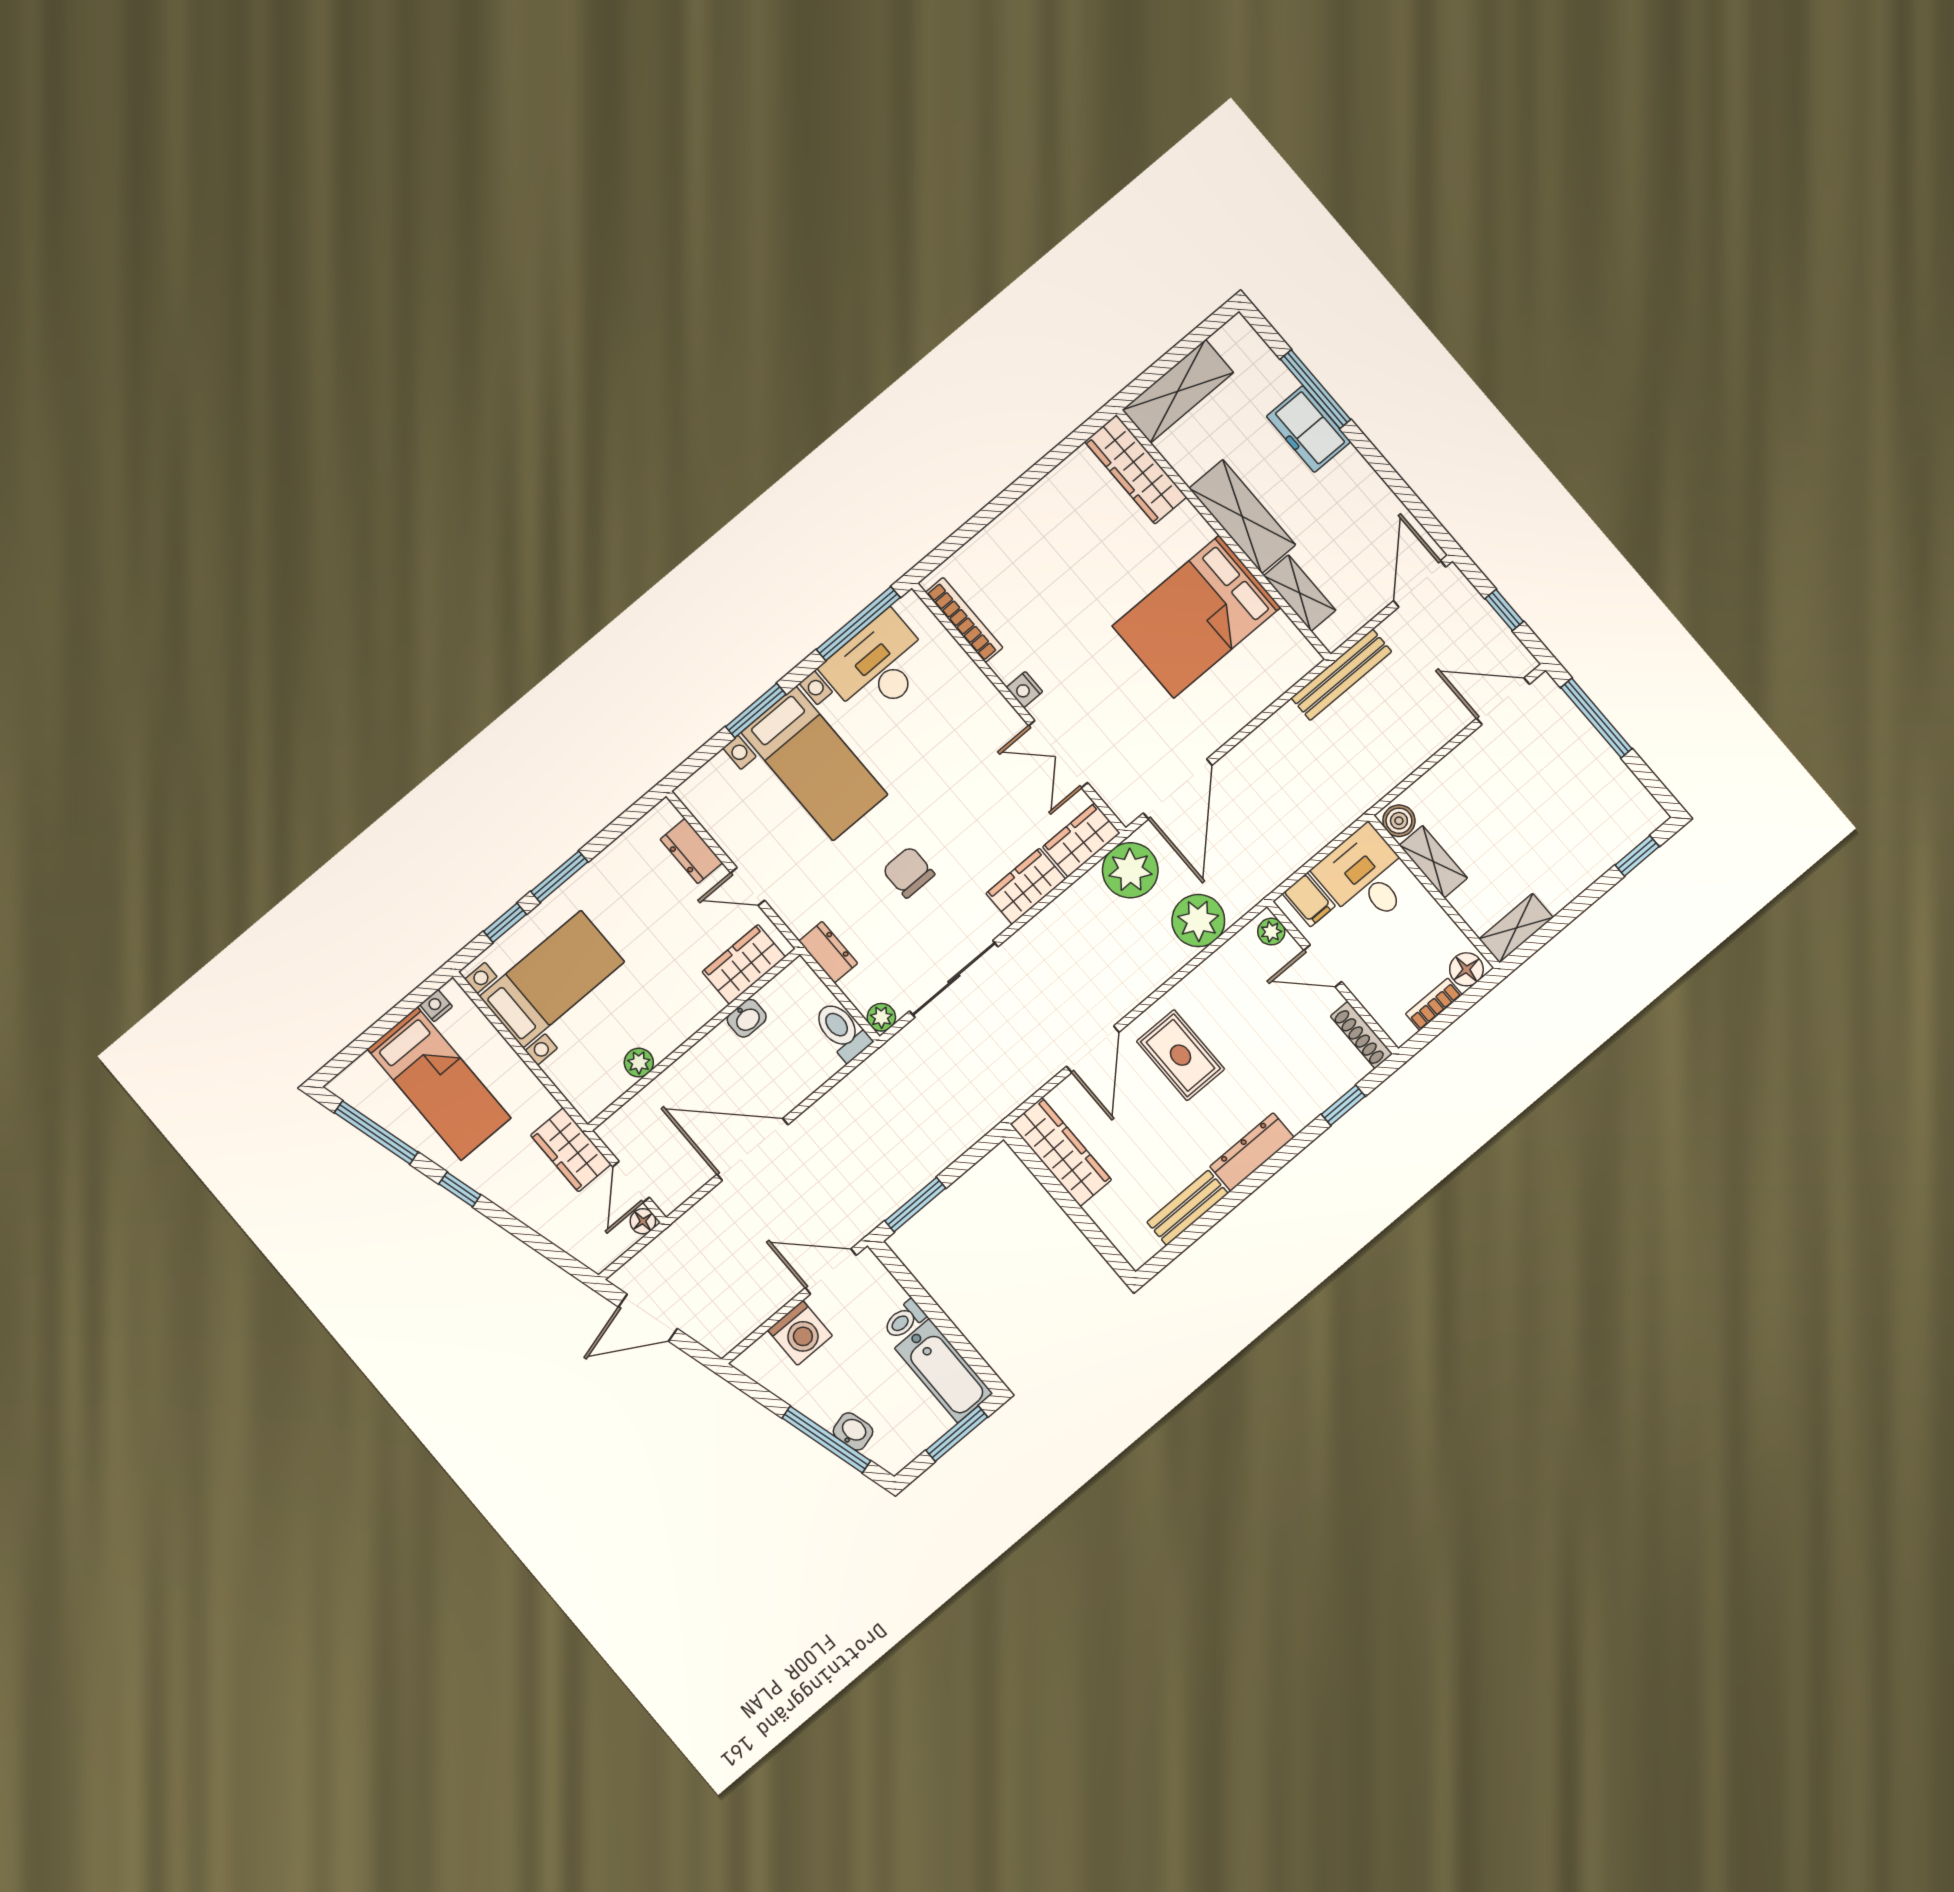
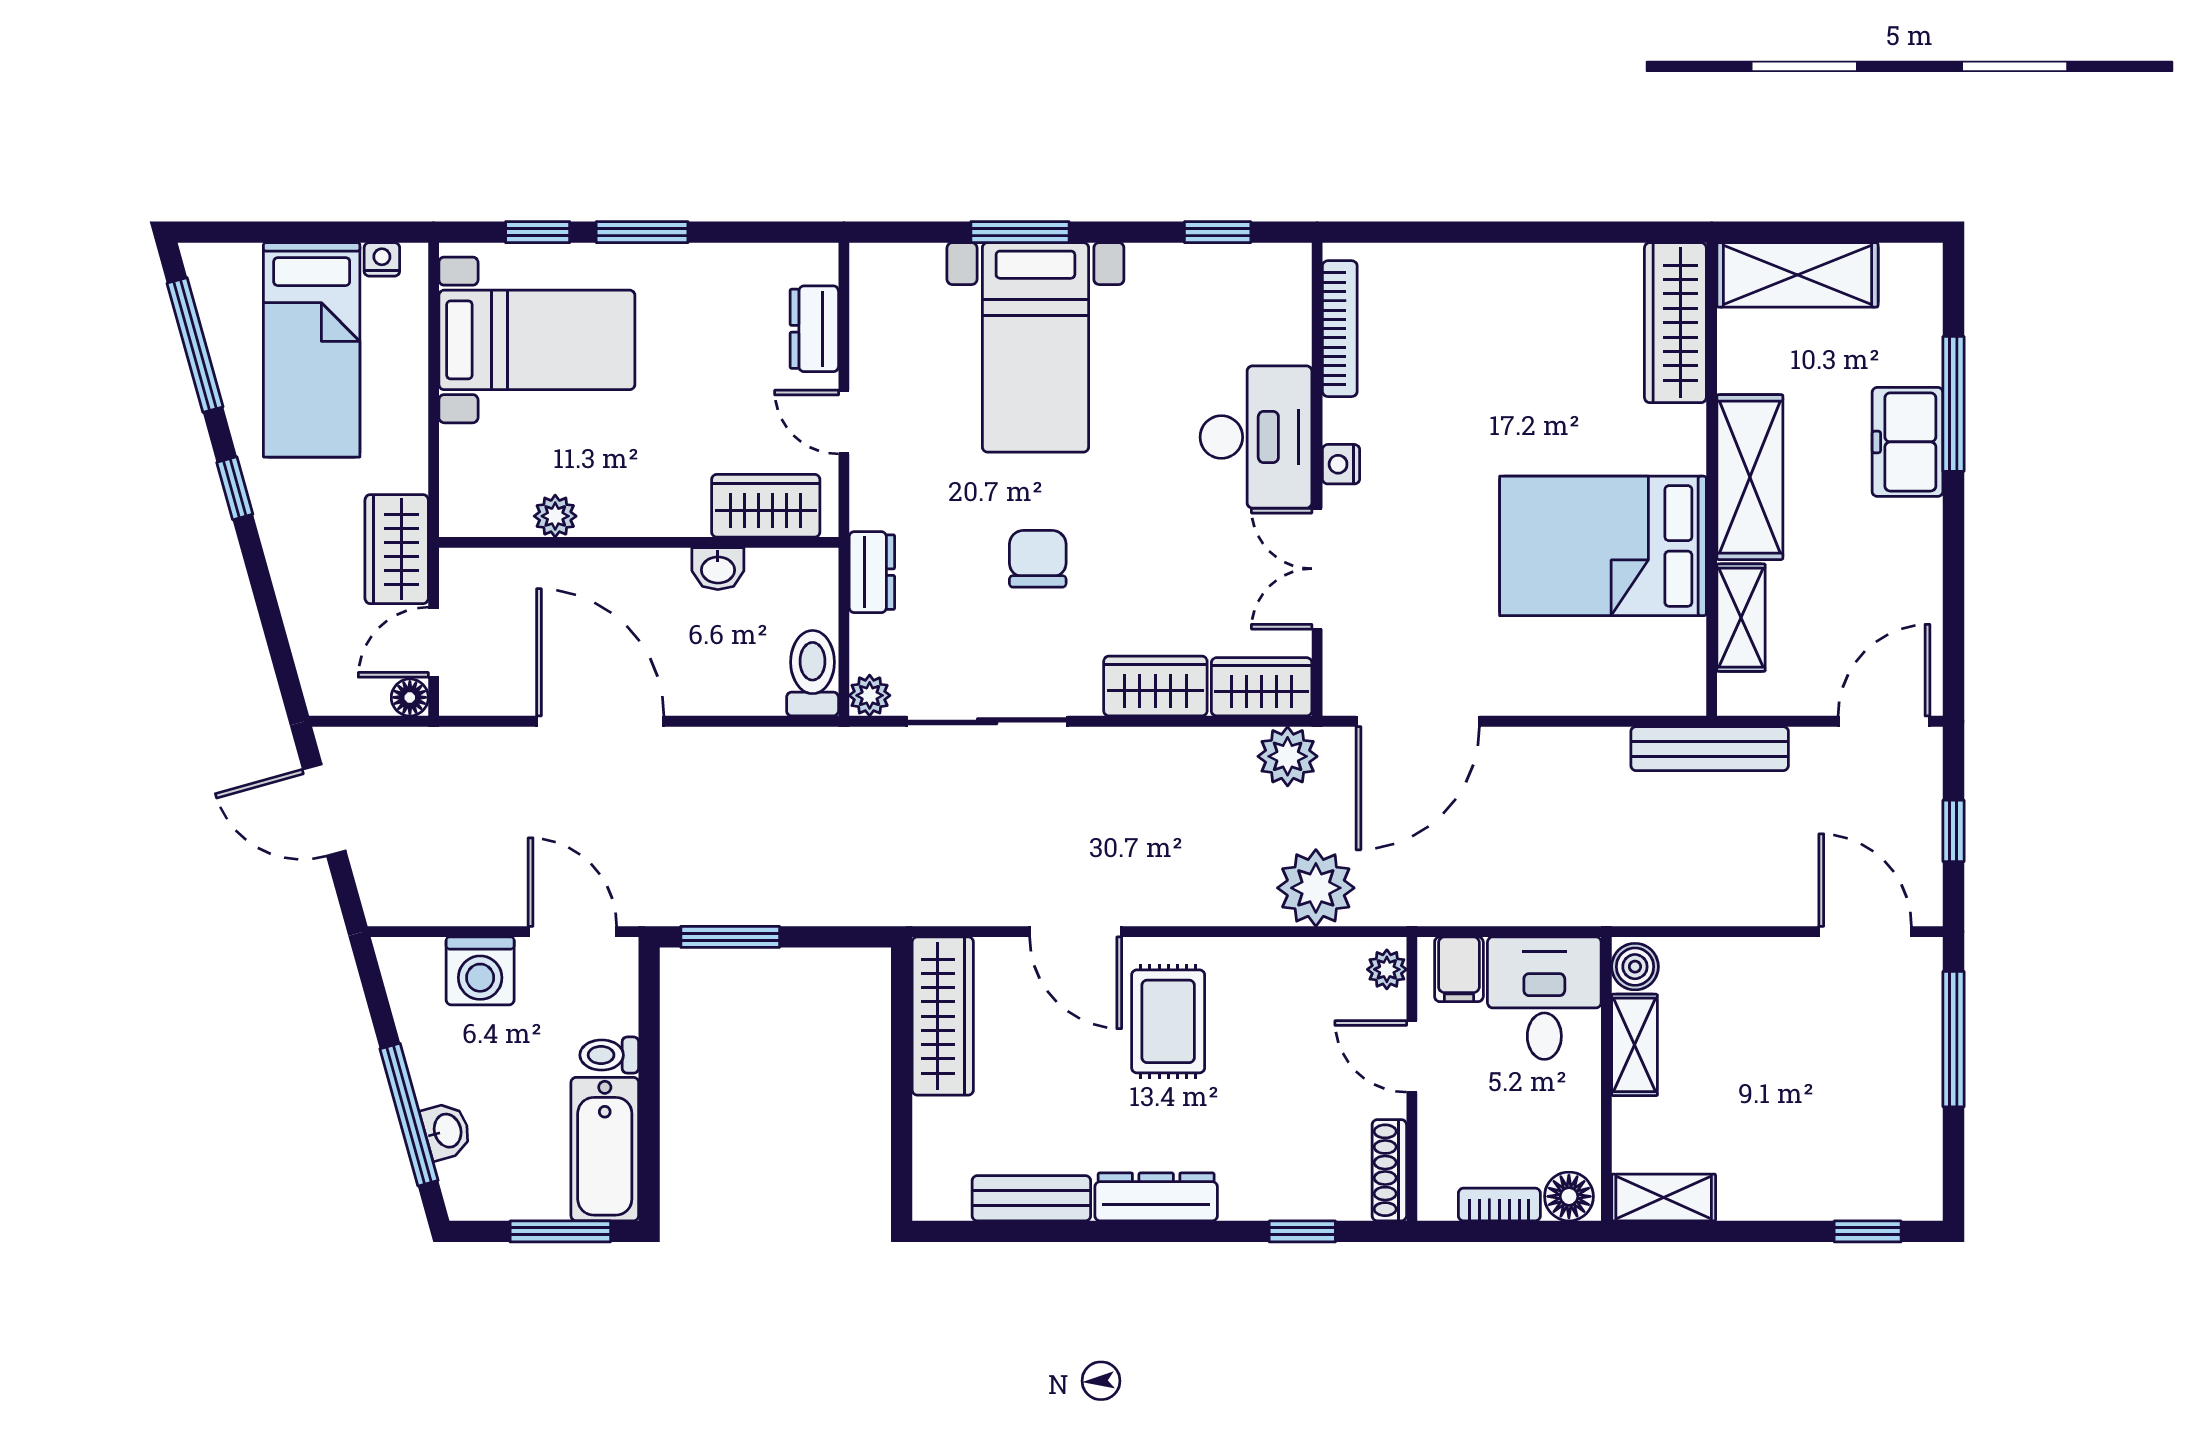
window: (858, 624) -> (1218, 232), width x0.46
desk: (878, 666) -> (1256, 437), moved, turned 90
plant: (1130, 870) -> (1288, 756), width x0.73, depth x0.73
door: (1093, 1049) -> (1076, 932), hinge flipped

